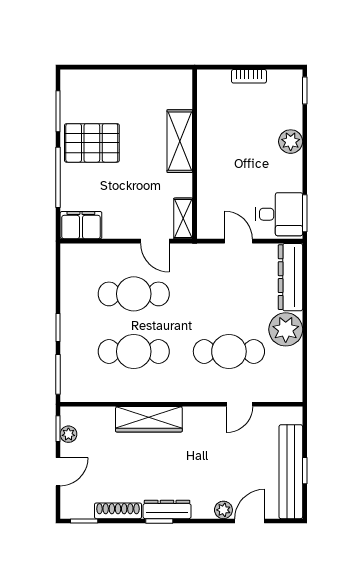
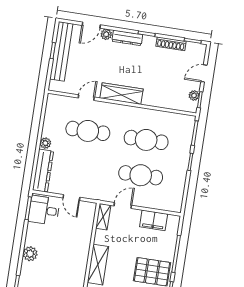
filing cabinet: (81, 225) -> (154, 220), moved
door: (155, 241) -> (123, 206), hinge flipped
plant: (286, 329) -> (45, 143), width x0.53, depth x0.53
wardrobe: (149, 419) -> (122, 94), moved
dresser: (167, 509) -> (127, 38), moved

